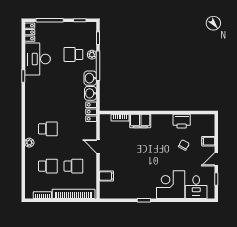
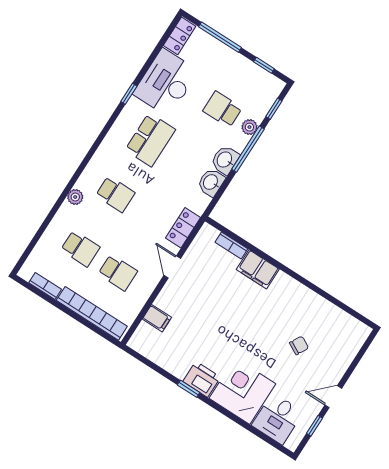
school desk: (48, 92) -> (150, 140), added
locker: (91, 112) -> (183, 228), moved
printer: (182, 121) -> (202, 379), moved, turned 180
filing cabinet: (208, 141) -> (338, 363), removed

